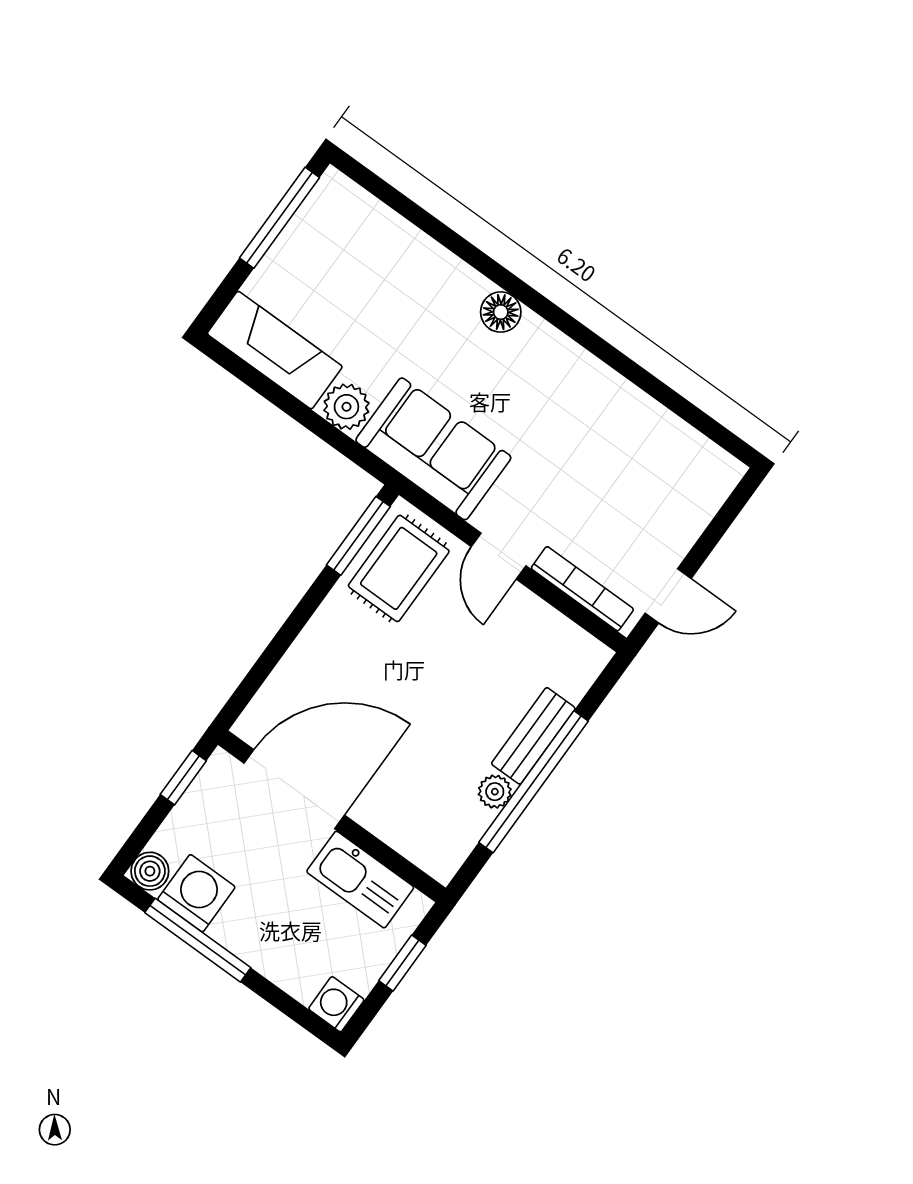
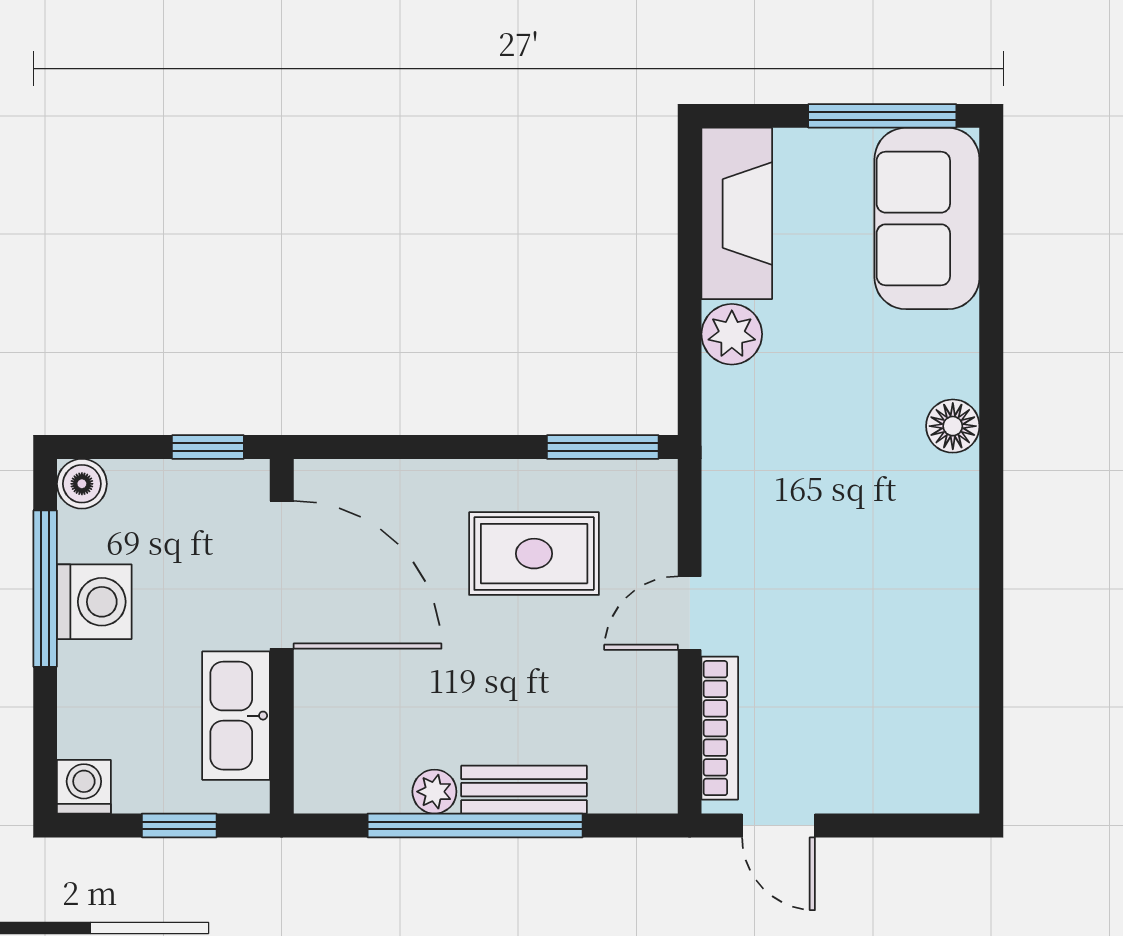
sofa: (433, 449) -> (927, 218), moved, turned 180
rug: (399, 568) -> (534, 554), moved
washing machine: (196, 893) -> (94, 602), moved

